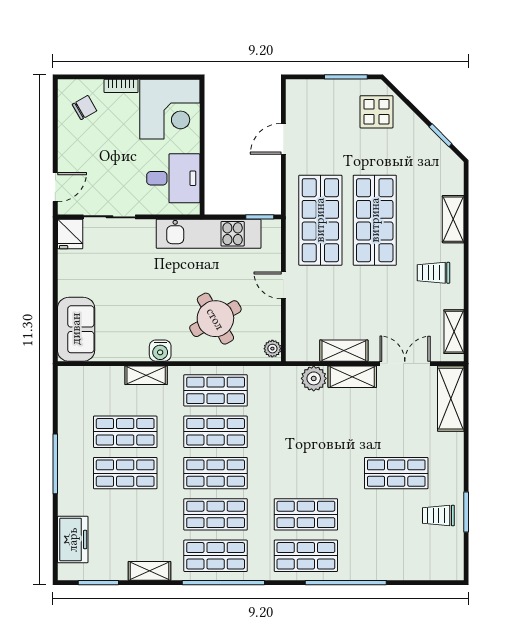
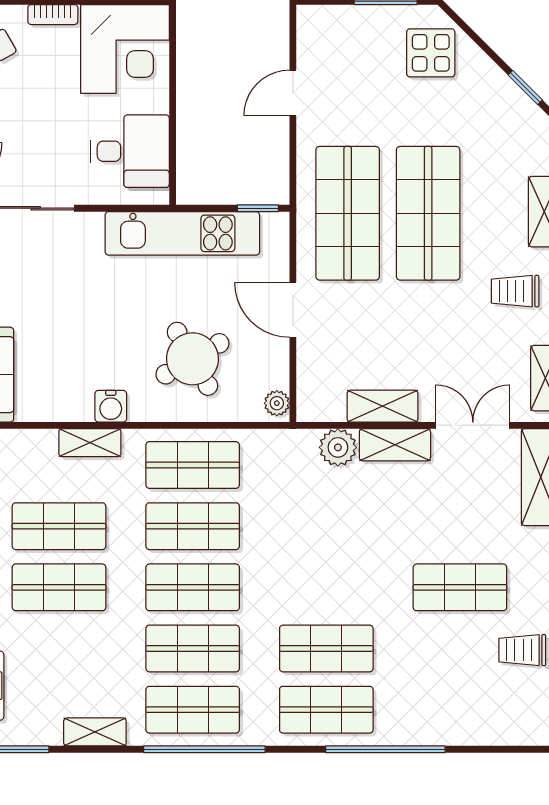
door: (283, 285) -> (293, 310), width x1.37

